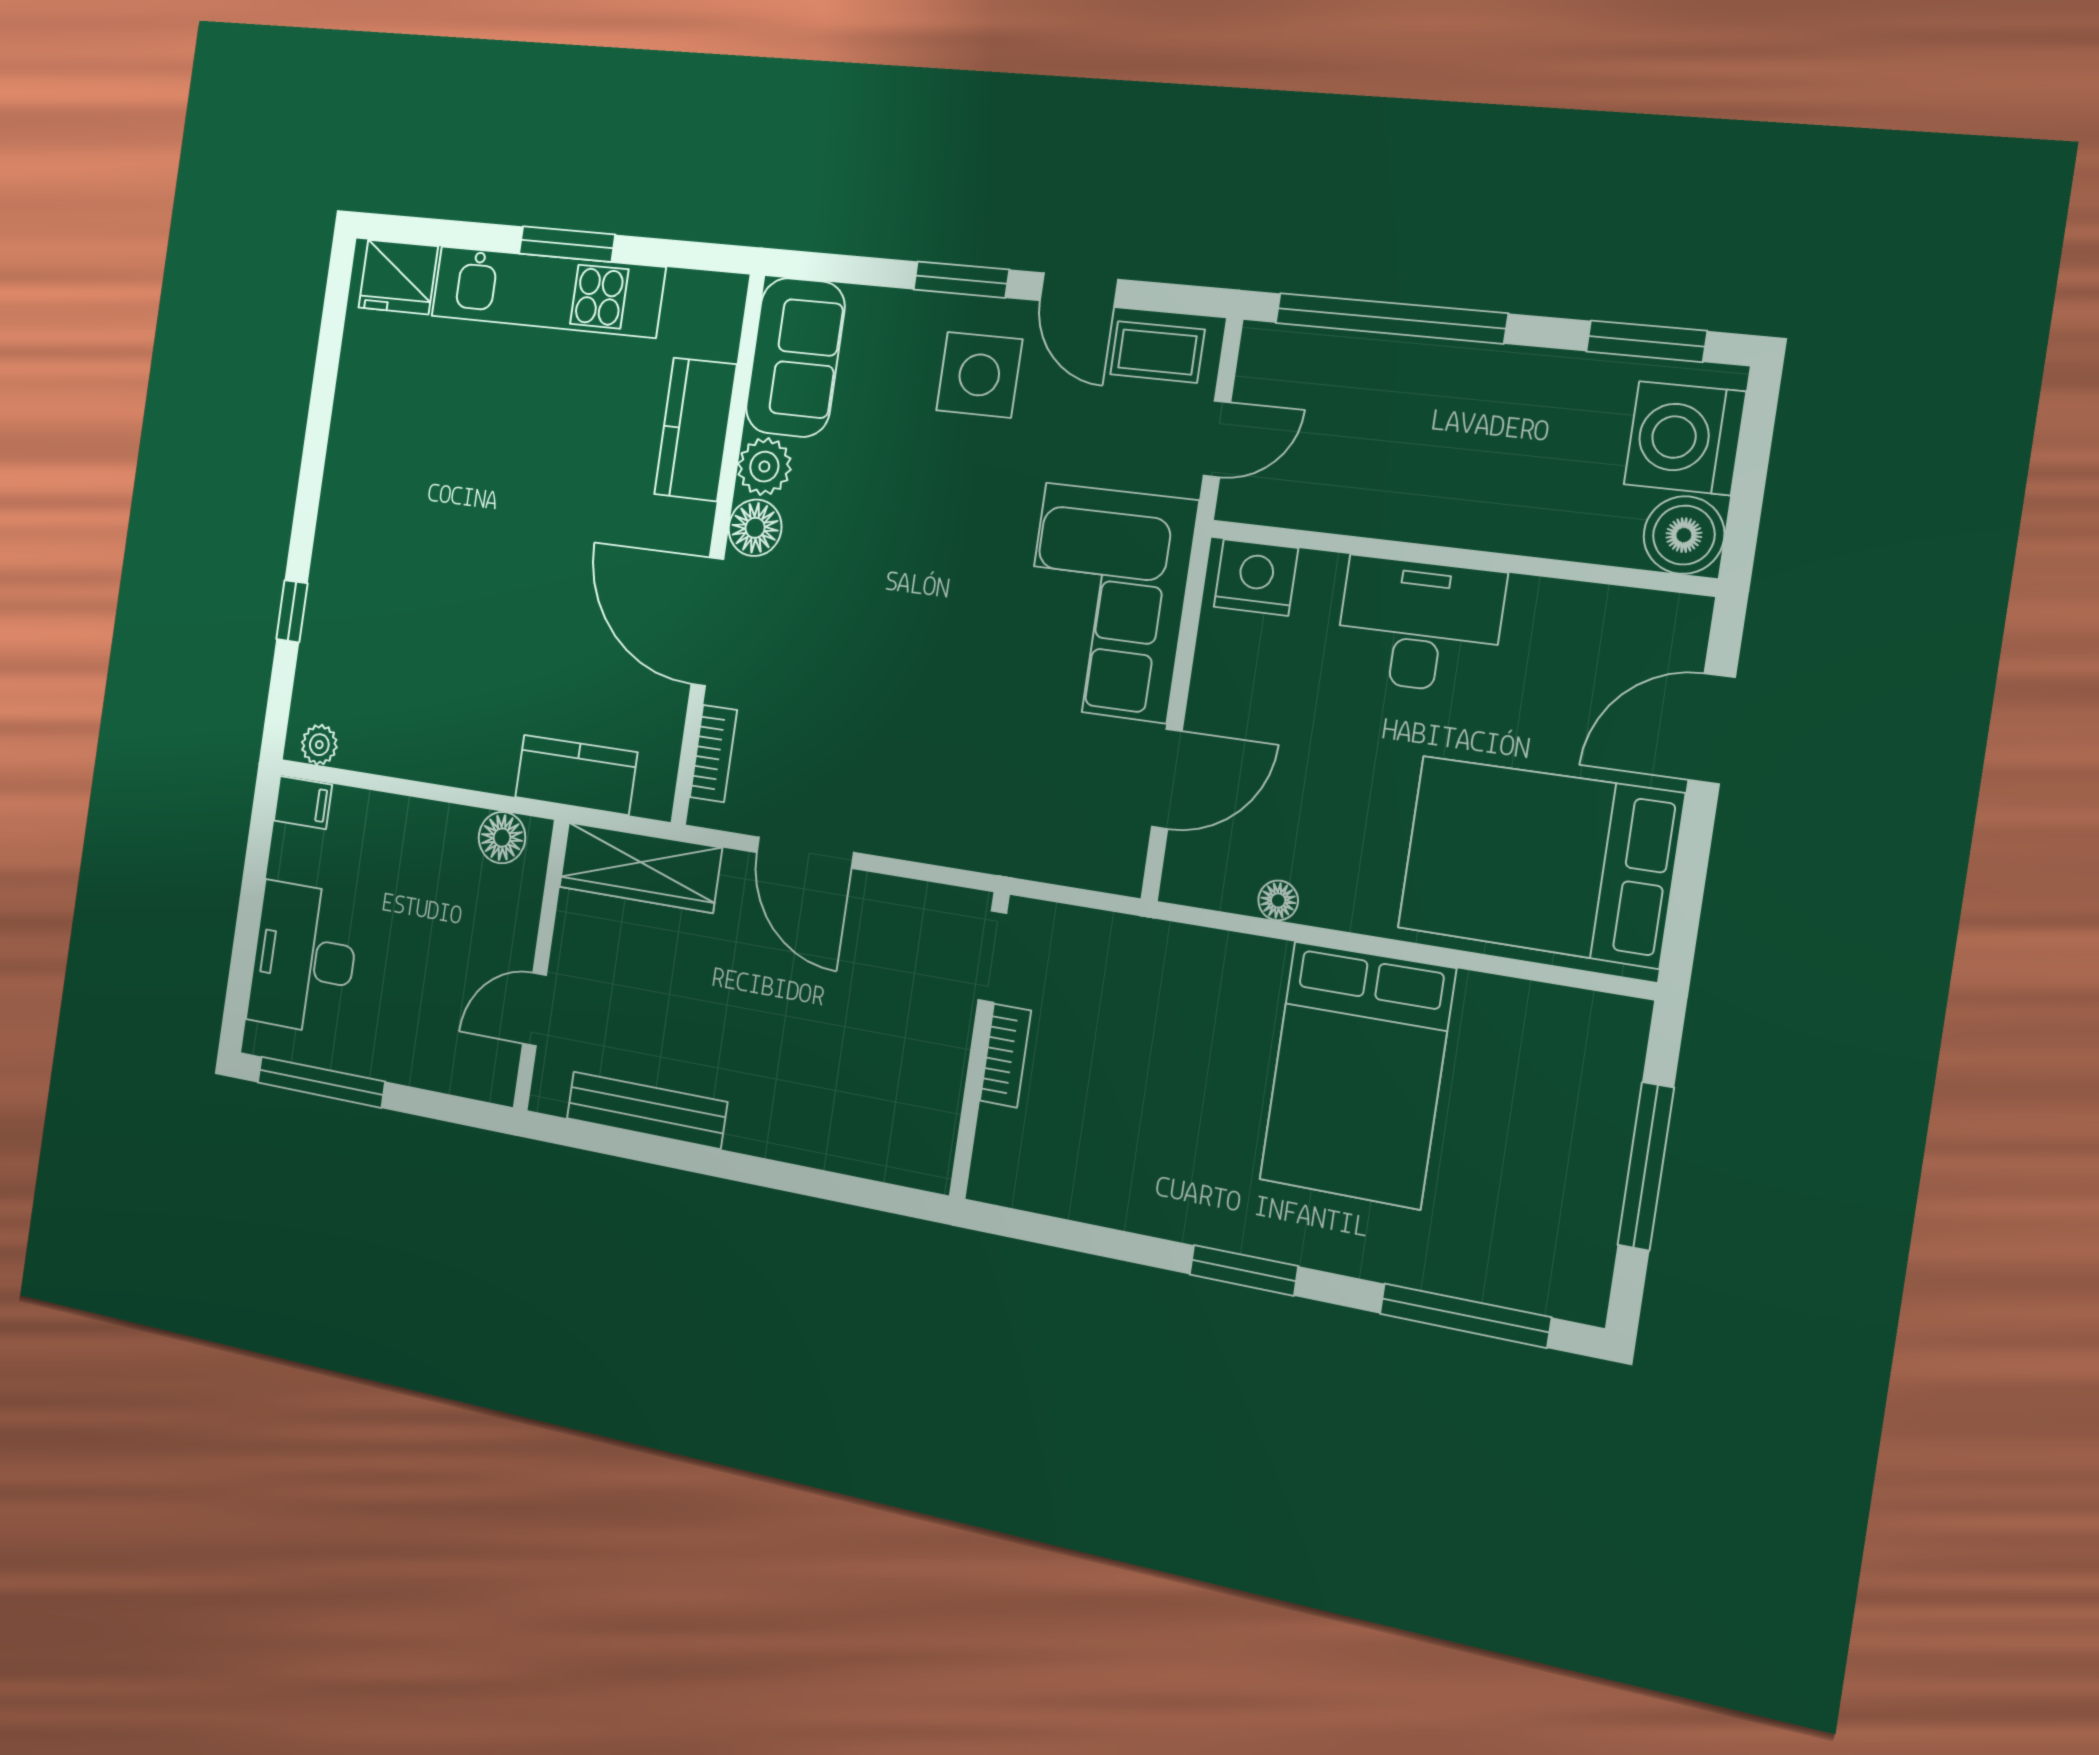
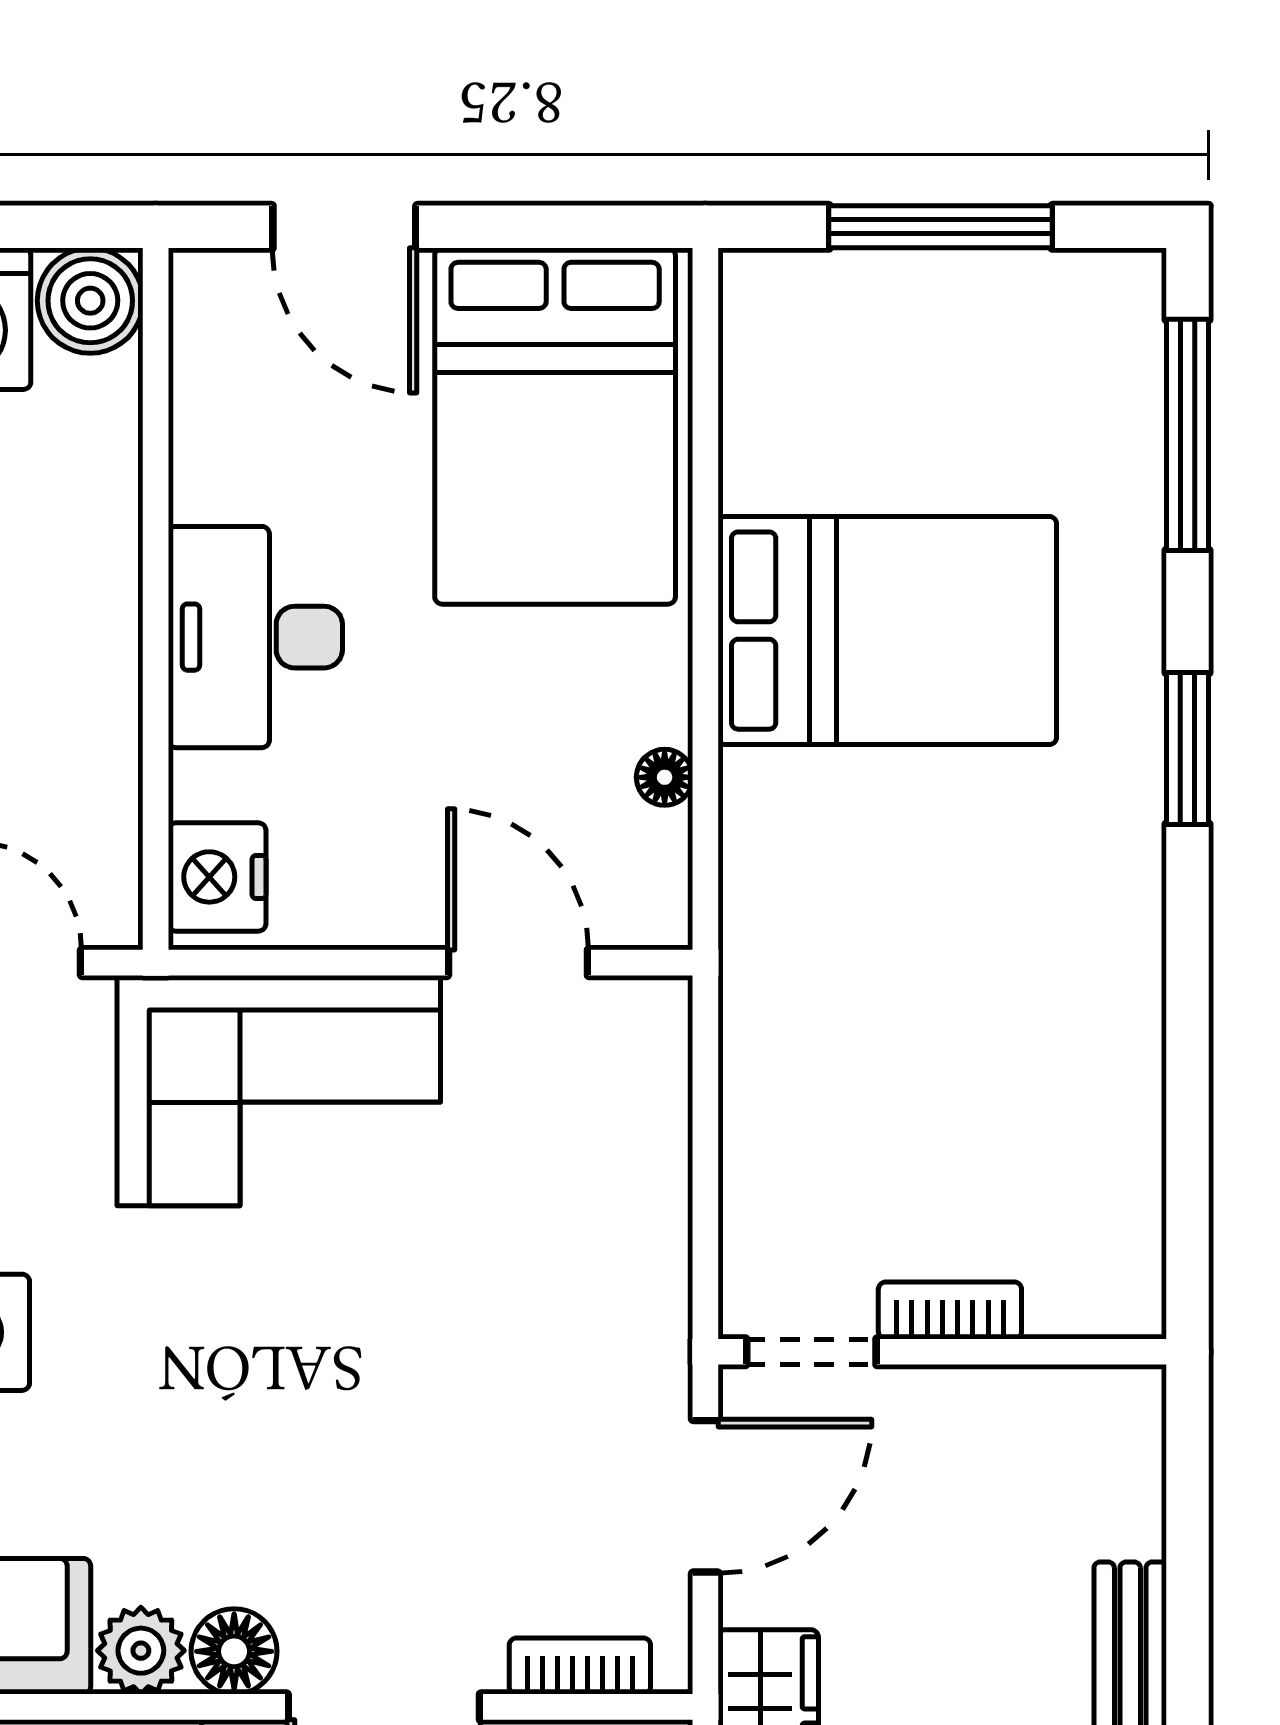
doorway: (992, 957) -> (811, 1352), moved
wall: (979, 1045) -> (942, 1352), moved
bookcase: (1005, 1056) -> (950, 1310), moved

